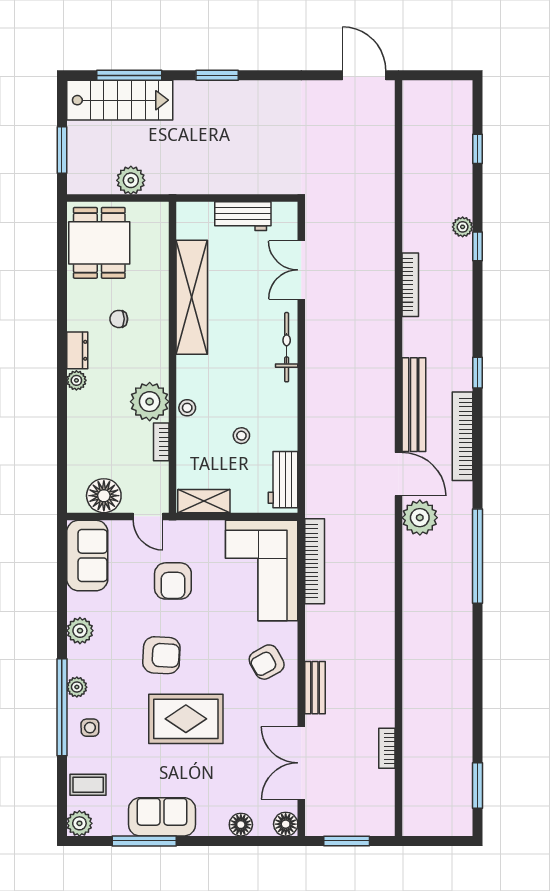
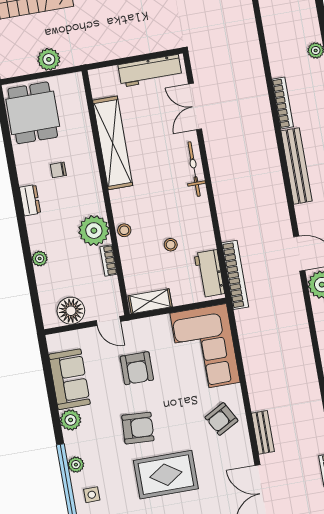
workbench: (243, 216) -> (150, 71), width x1.38
plant: (76, 380) -> (40, 259), moved
bench: (414, 405) -> (296, 166), moved
sofa: (87, 556) -> (69, 379), moved
bookcase: (315, 561) -> (235, 275), moved

